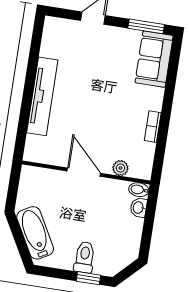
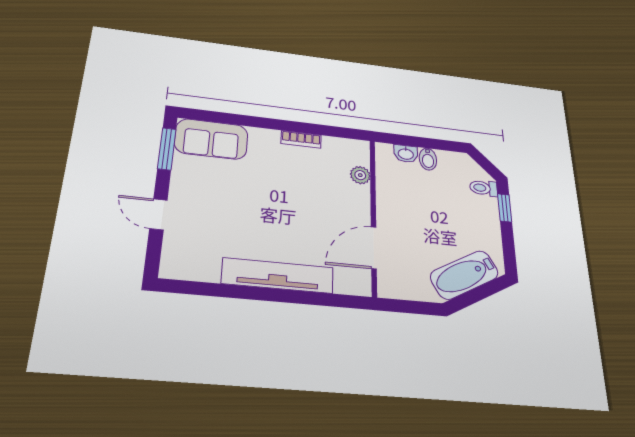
door: (84, 172) -> (374, 248), moved
bidet: (139, 190) -> (428, 159), moved
toilet: (85, 257) -> (484, 188), moved, width x0.73, depth x0.72

